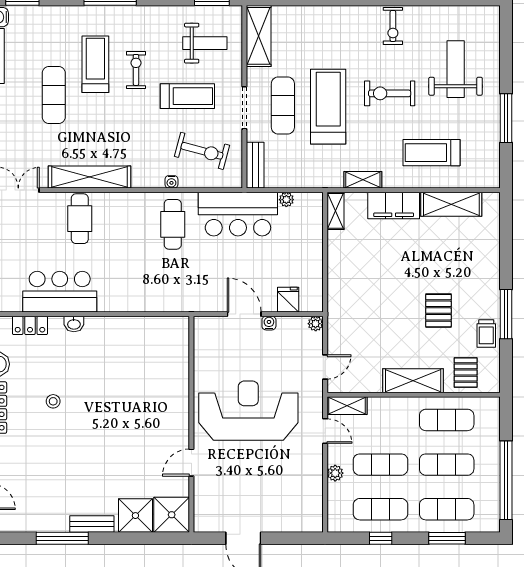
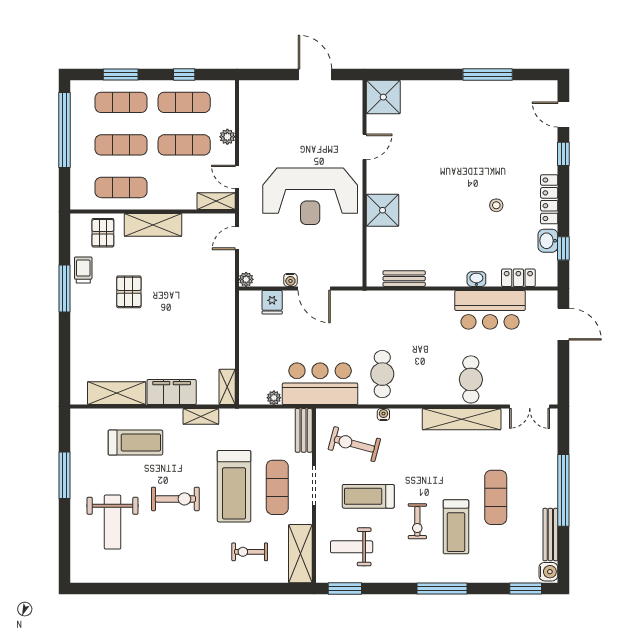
exercise bike: (393, 26) -> (250, 552), moved, turned -90
shower: (135, 516) -> (383, 210), moved
bench: (92, 524) -> (404, 279), moved

